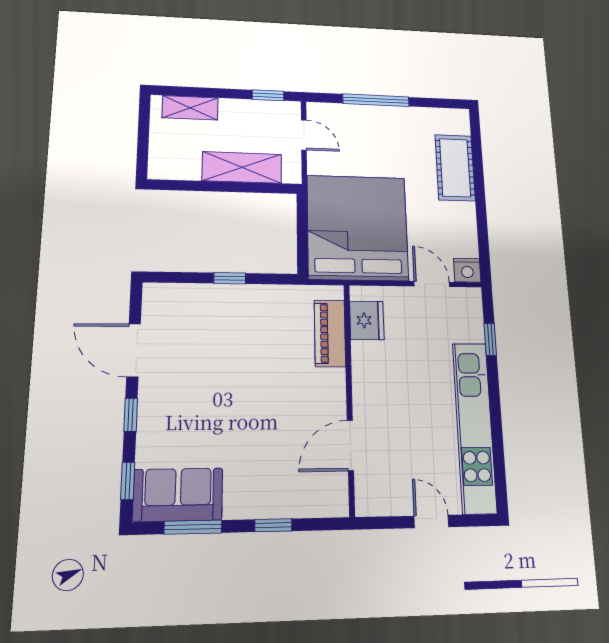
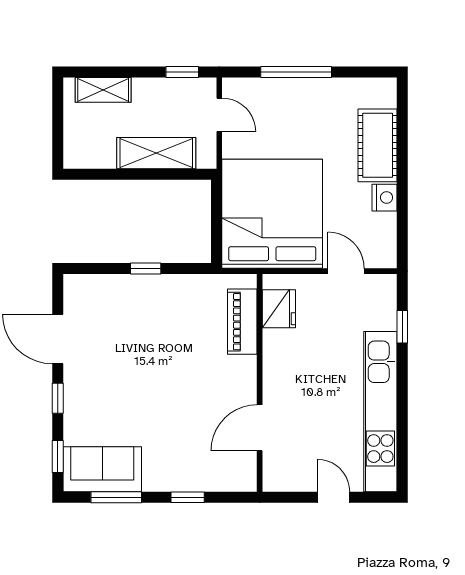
nightstand: (467, 270) -> (385, 198), moved, turned -90

